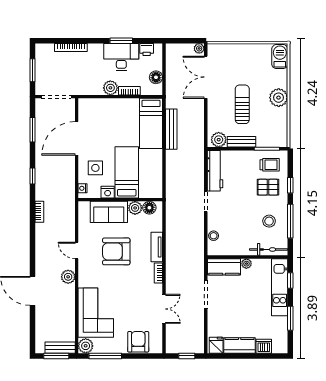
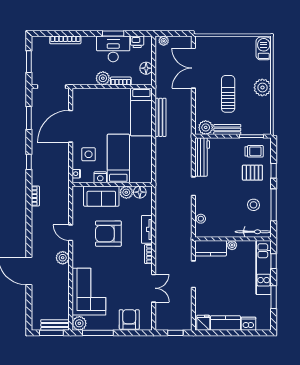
plant: (199, 48) -> (164, 41), moved

